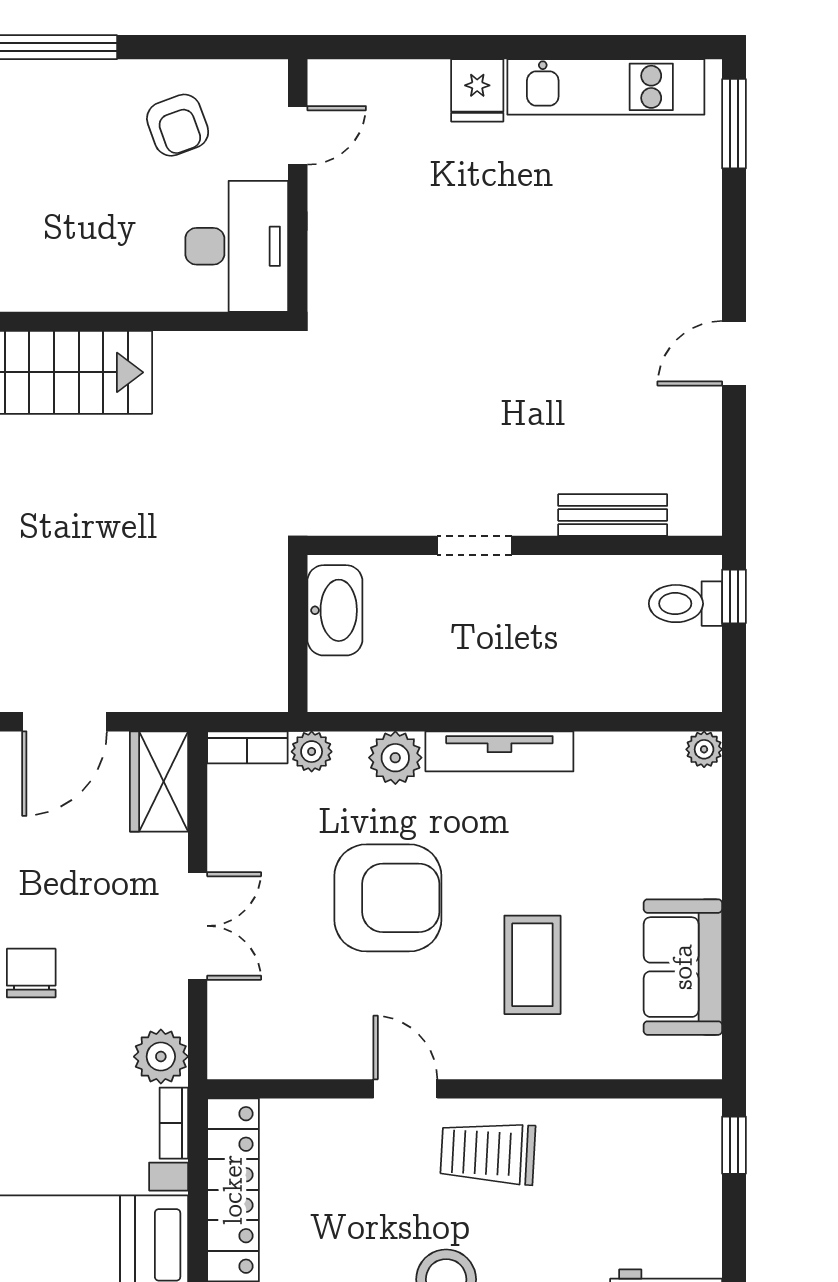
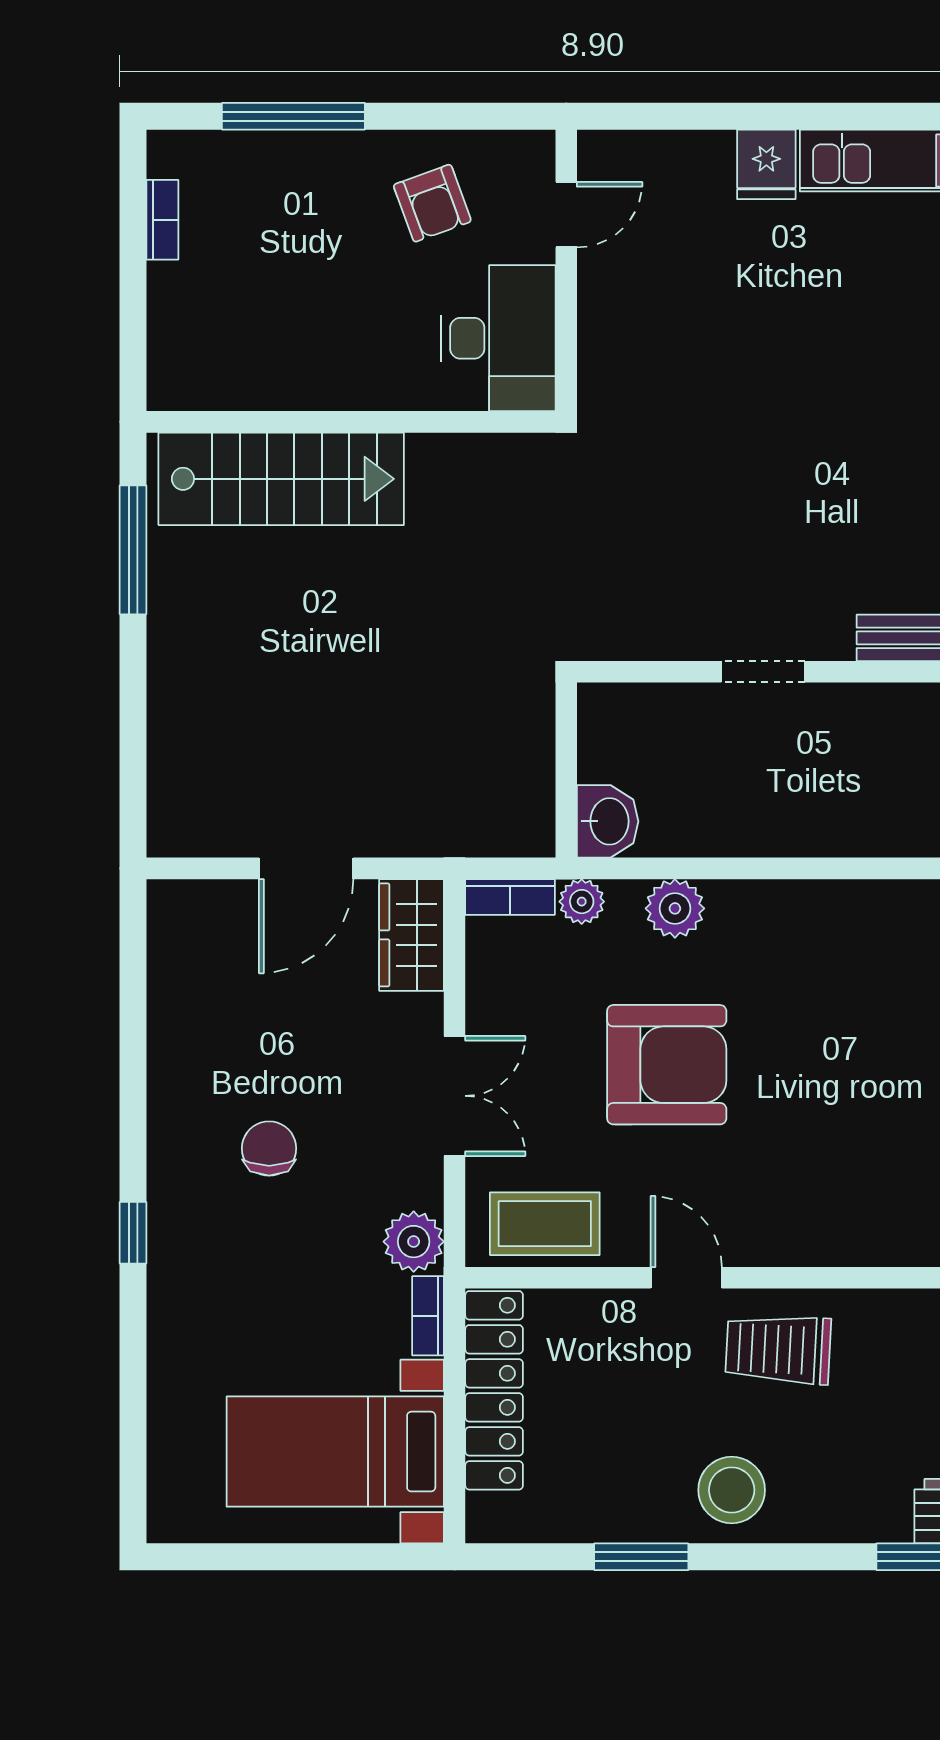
washbasin: (335, 610) -> (608, 821), moved, width x0.72
tv unit: (499, 751) -> (791, 901), removed
coffee table: (532, 965) -> (545, 1224), moved, turned 90

